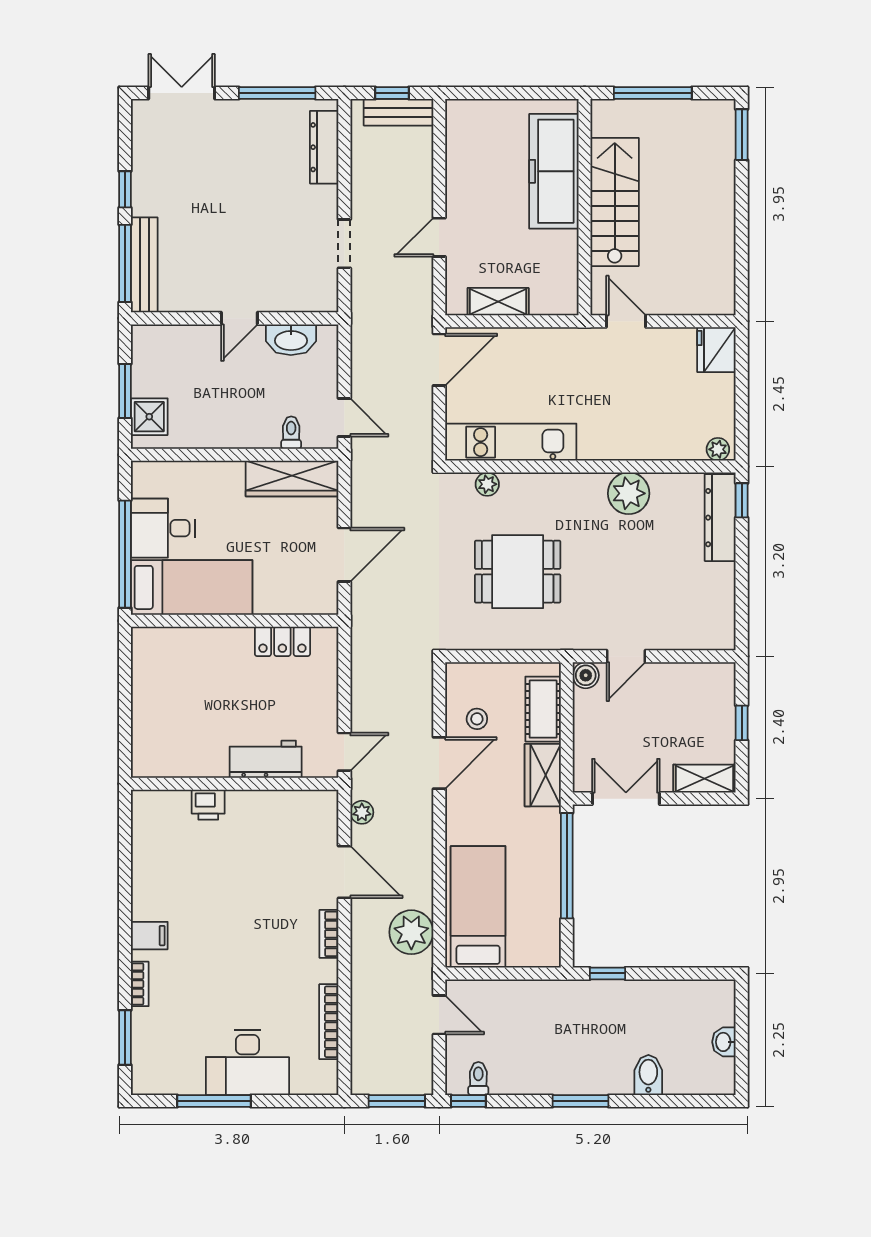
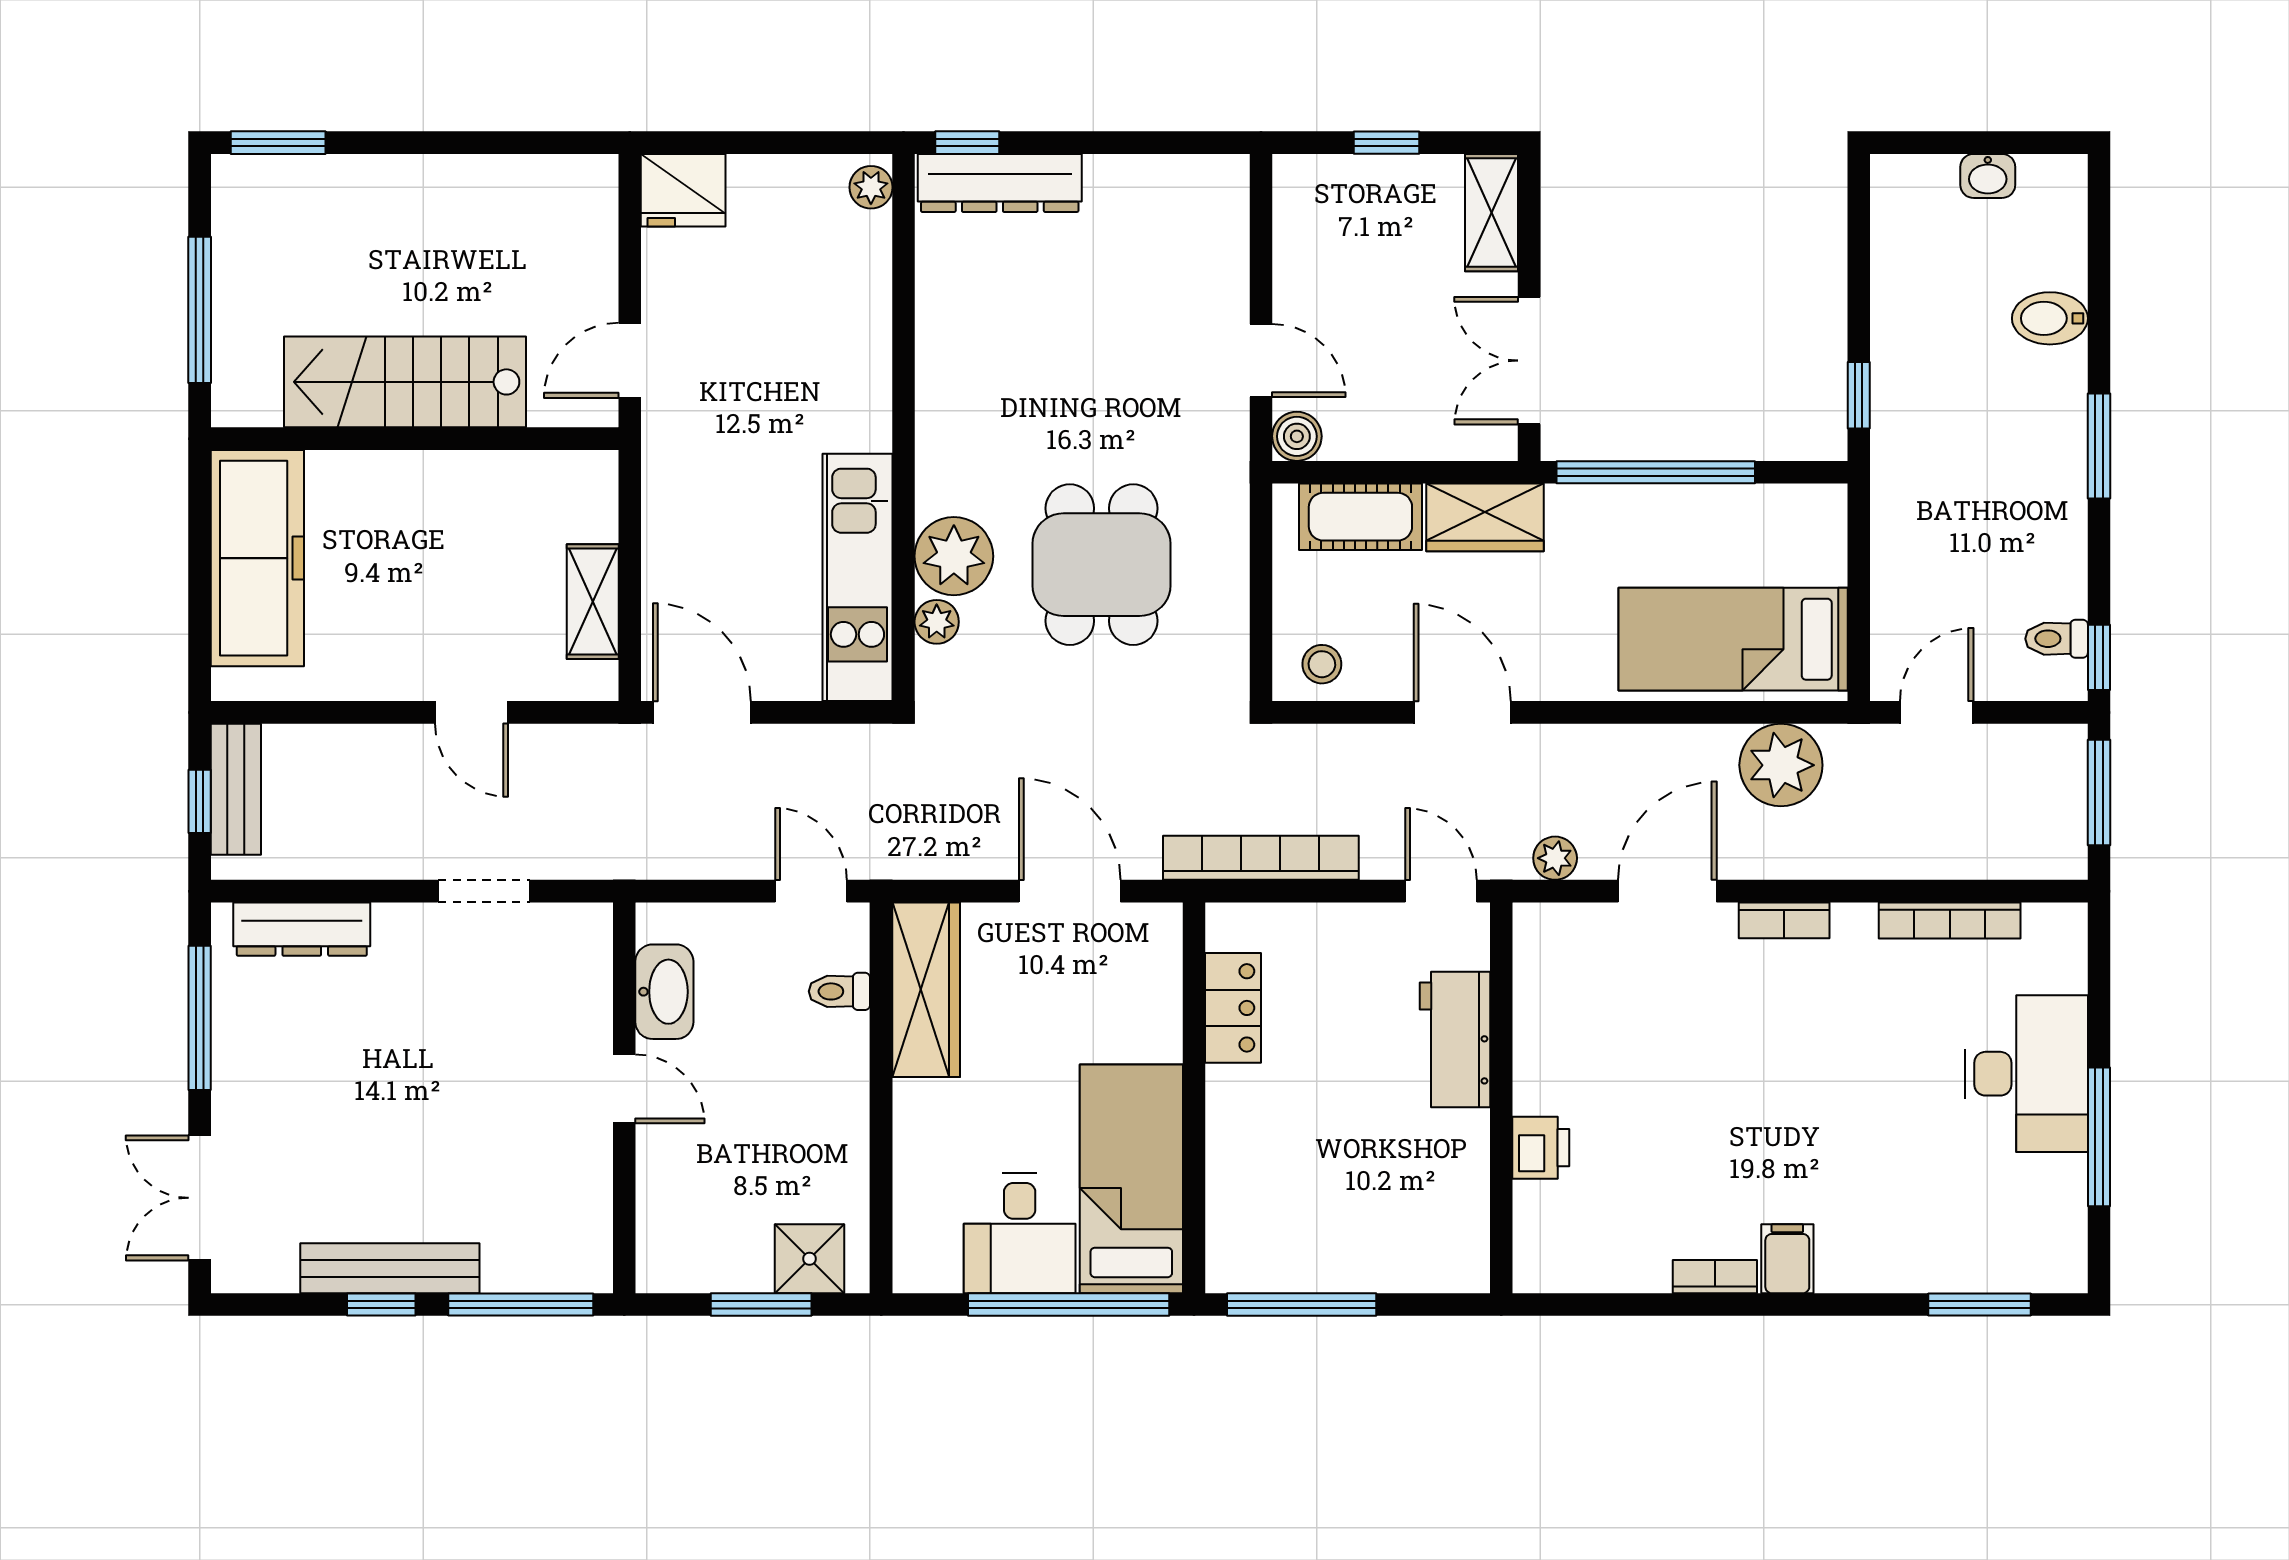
freezer: (554, 171) -> (257, 558), moved, turned -90
bench: (144, 265) -> (390, 1268), moved
door: (344, 417) -> (811, 891), hinge flipped
plant: (629, 493) -> (954, 556), moved
bookcase: (362, 656) -> (1261, 858), added
window: (125, 678) -> (1302, 1305), added
stool: (477, 719) -> (1322, 664), moved
bookcase: (140, 984) -> (1715, 1277), moved

